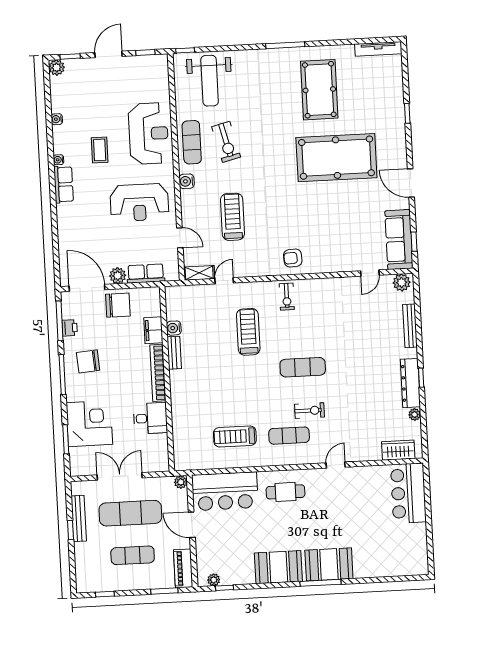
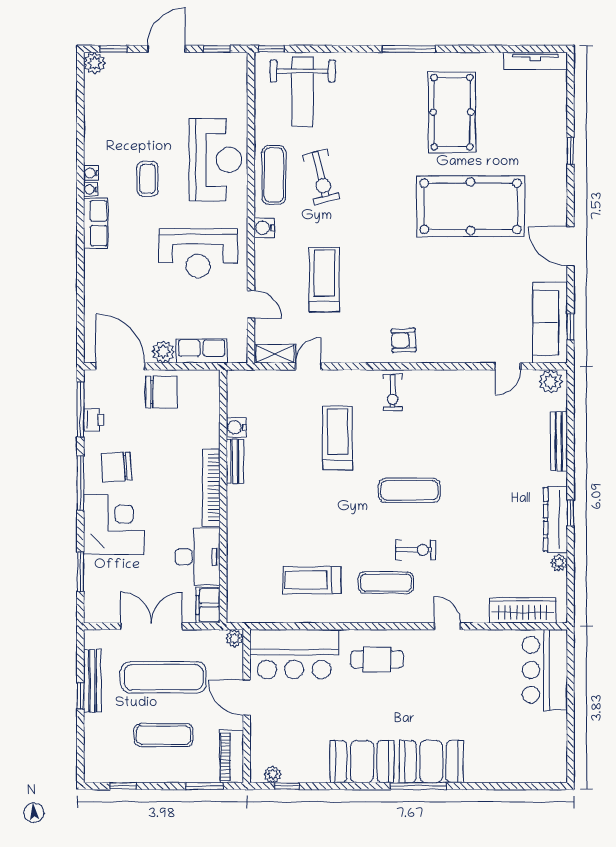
water cooler: (57, 119) -> (91, 173), moved
filing cabinet: (153, 330) -> (208, 605), moved
desk: (150, 418) -> (198, 557), width x1.37
corner desk: (89, 424) -> (114, 524), moved
wardrobe: (398, 450) -> (523, 610), width x1.50
door: (336, 465) -> (447, 626), hinge flipped

